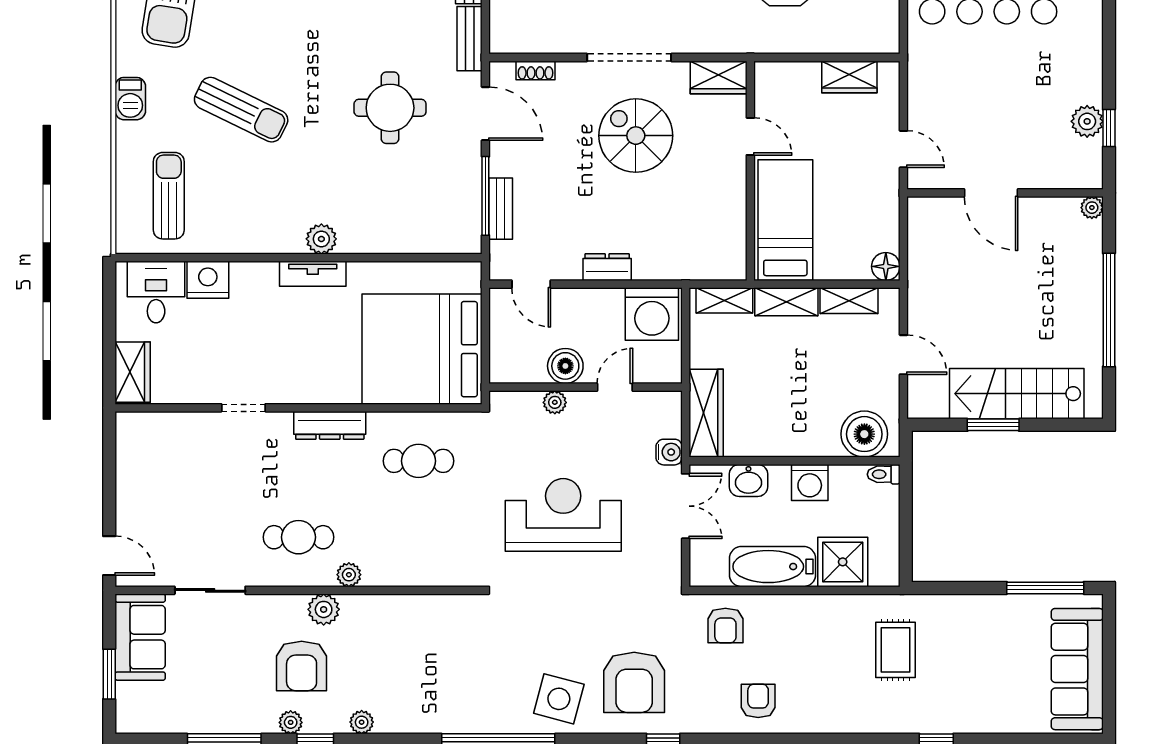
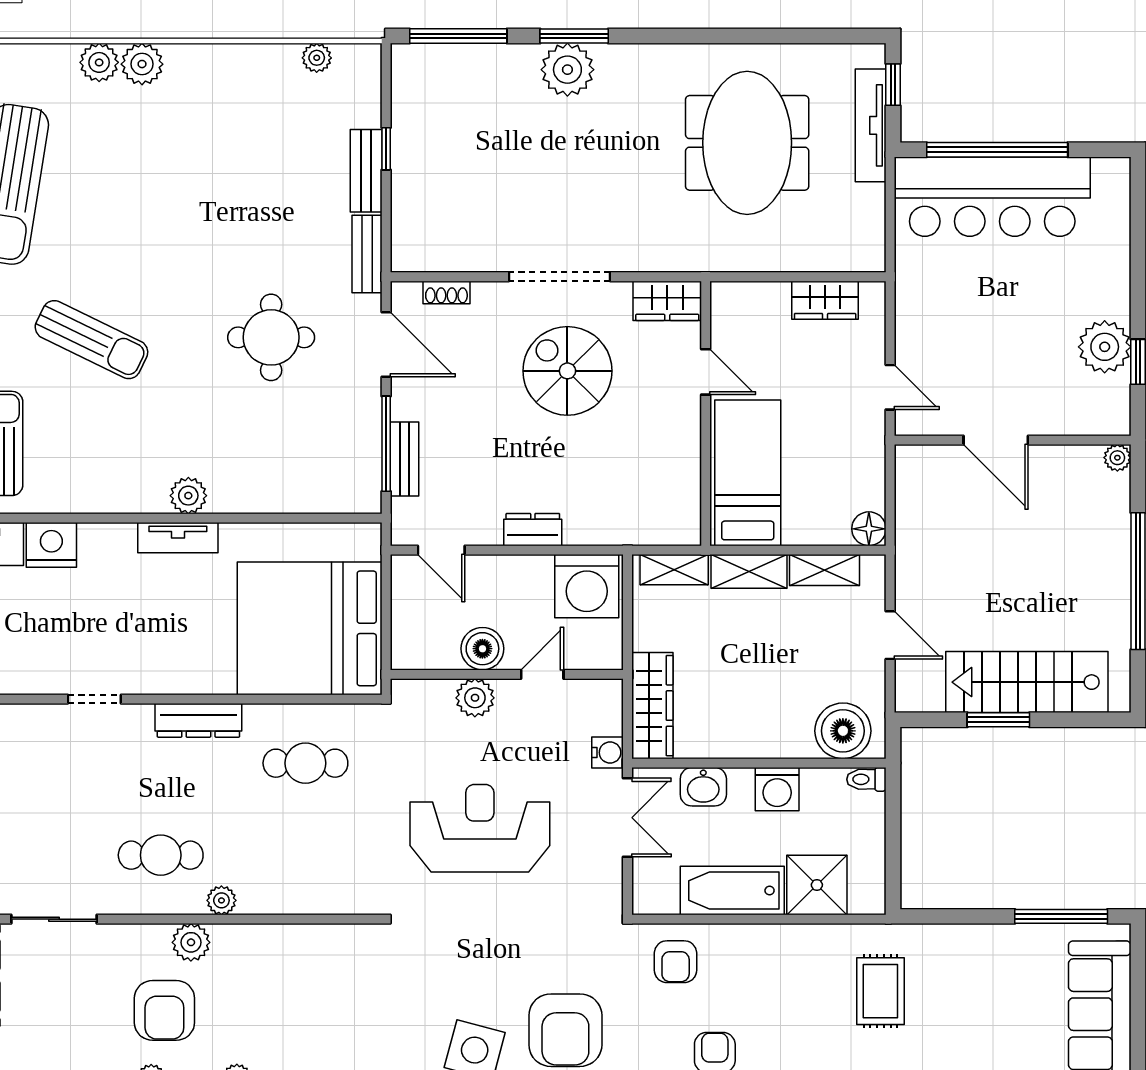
plant: (1087, 121) -> (1105, 347), width x1.36, depth x1.36
plant: (555, 402) -> (475, 698), width x1.38, depth x1.38

